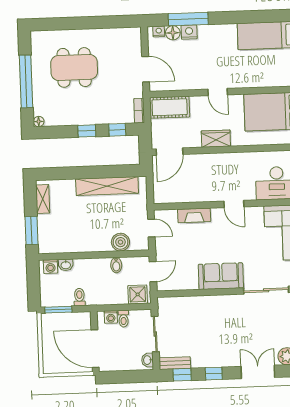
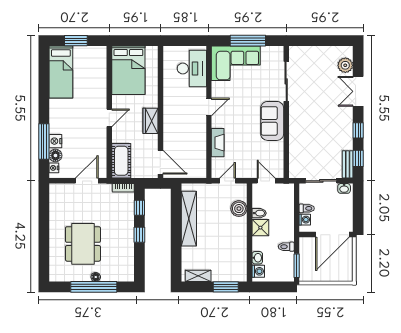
floor lamp: (39, 121) -> (96, 277), moved
shower: (138, 294) -> (260, 228), moved

